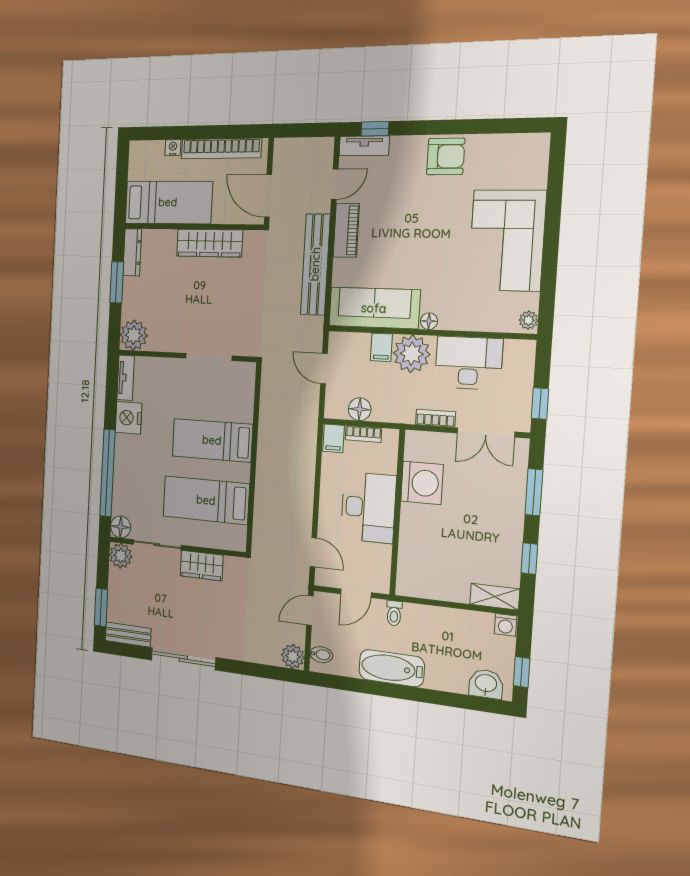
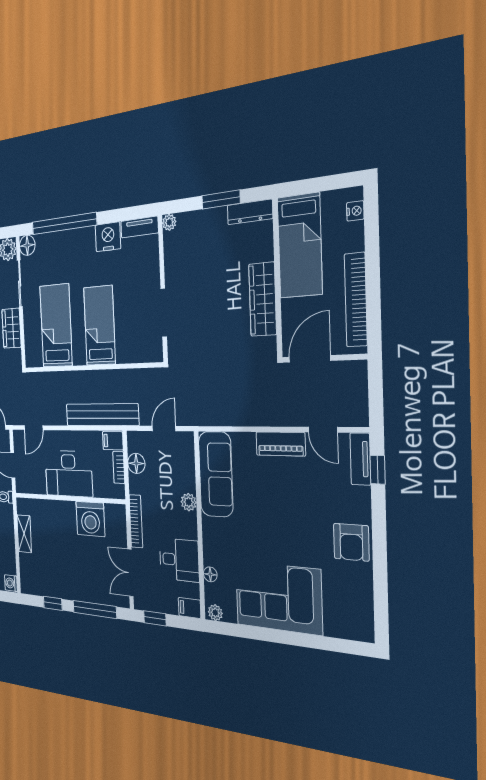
nightstand: (173, 148) -> (355, 211), moved
bench: (315, 264) -> (102, 415), moved
floor lamp: (429, 321) -> (210, 574), moved
plant: (134, 335) -> (169, 222), width x0.53, depth x0.53
filing cabinet: (381, 347) -> (190, 608), moved
plant: (412, 354) -> (189, 502), width x0.53, depth x0.53
desk: (469, 363) -> (179, 560), width x0.73
bookcase: (436, 418) -> (136, 521), width x1.56
window: (534, 492) -> (95, 609), width x1.44
shelving: (495, 597) -> (24, 534), moved

